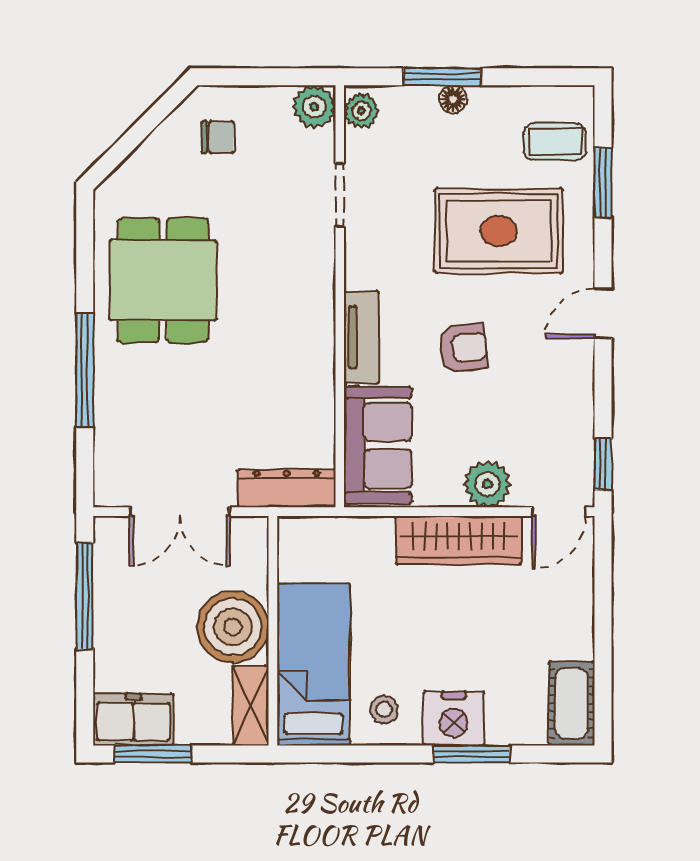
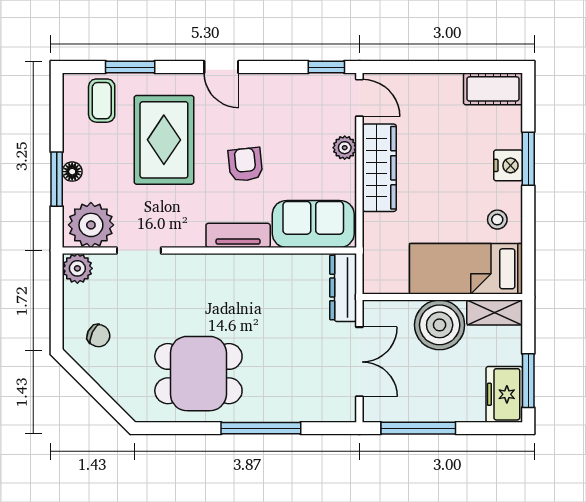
plant: (361, 111) -> (91, 225), width x1.87, depth x1.87
chair: (217, 137) -> (99, 336), turned 115
plant: (487, 484) -> (345, 148), width x0.73, depth x0.73
nightstand: (454, 718) -> (508, 165), width x0.74, depth x0.75

